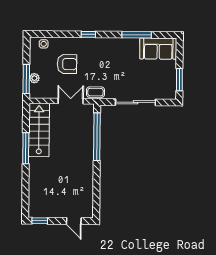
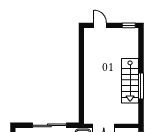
stairs: (39, 130) -> (130, 81), moved
window: (97, 137) -> (81, 96), removed

